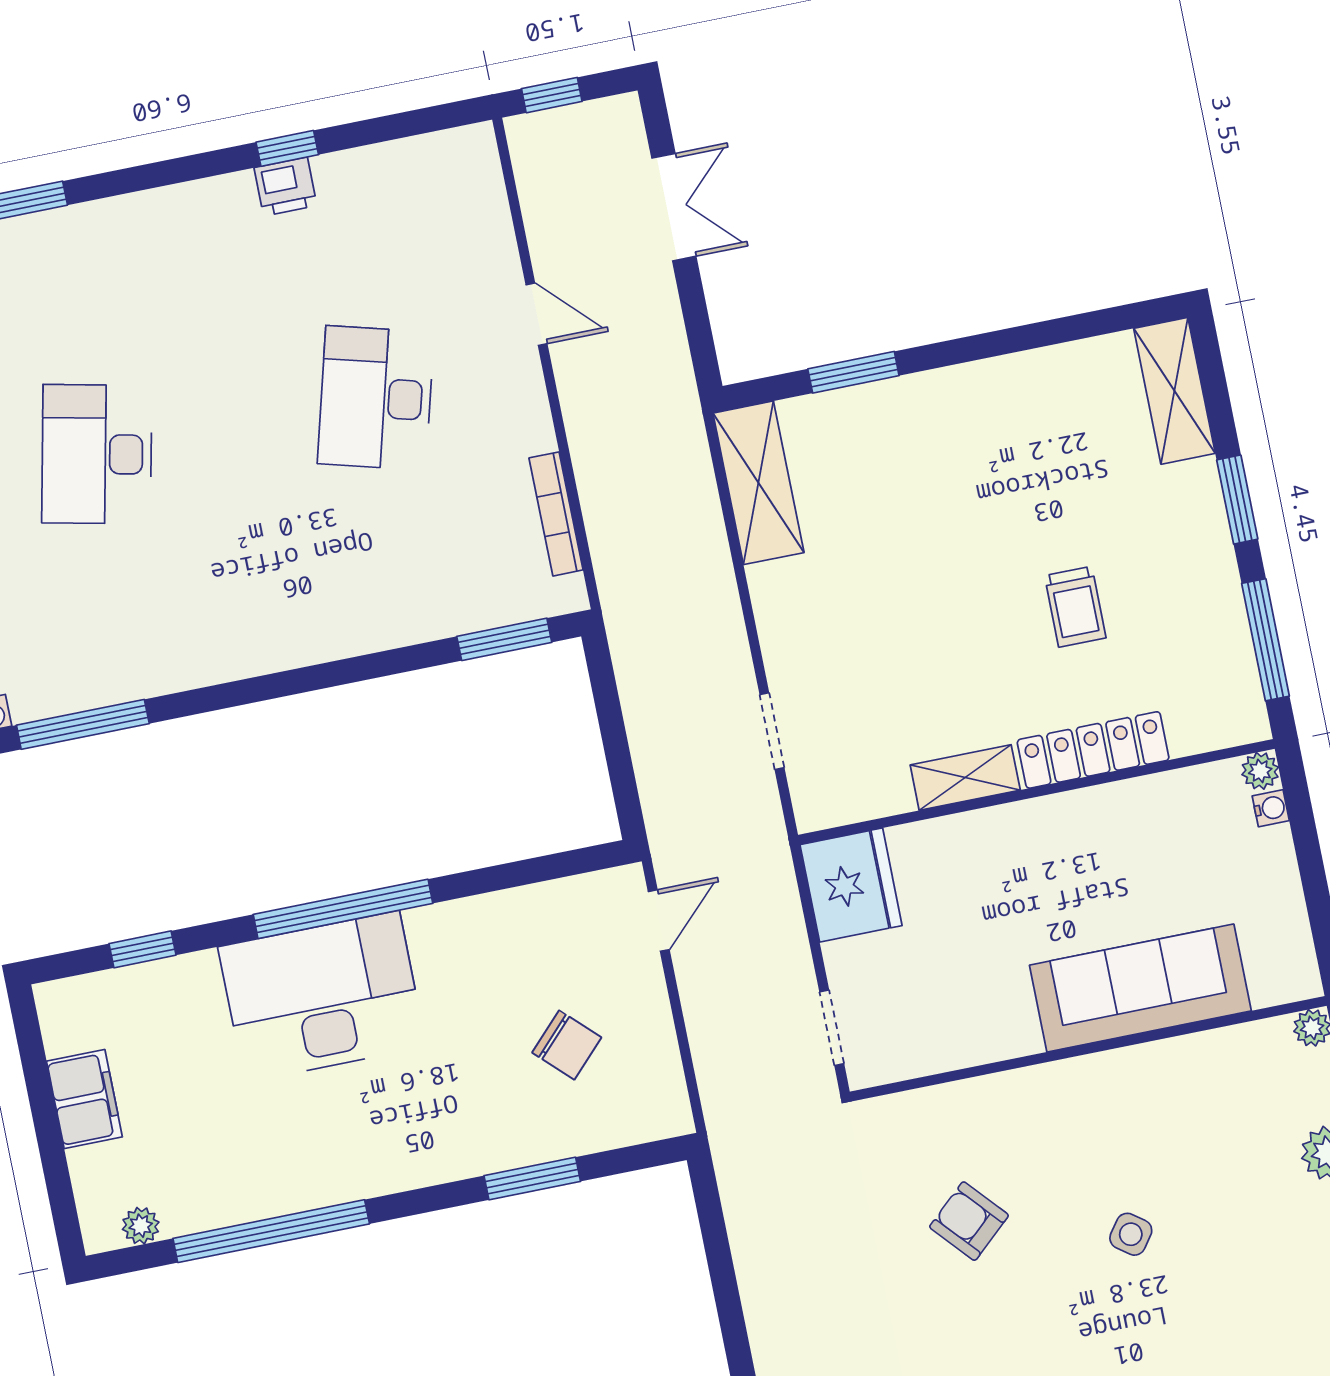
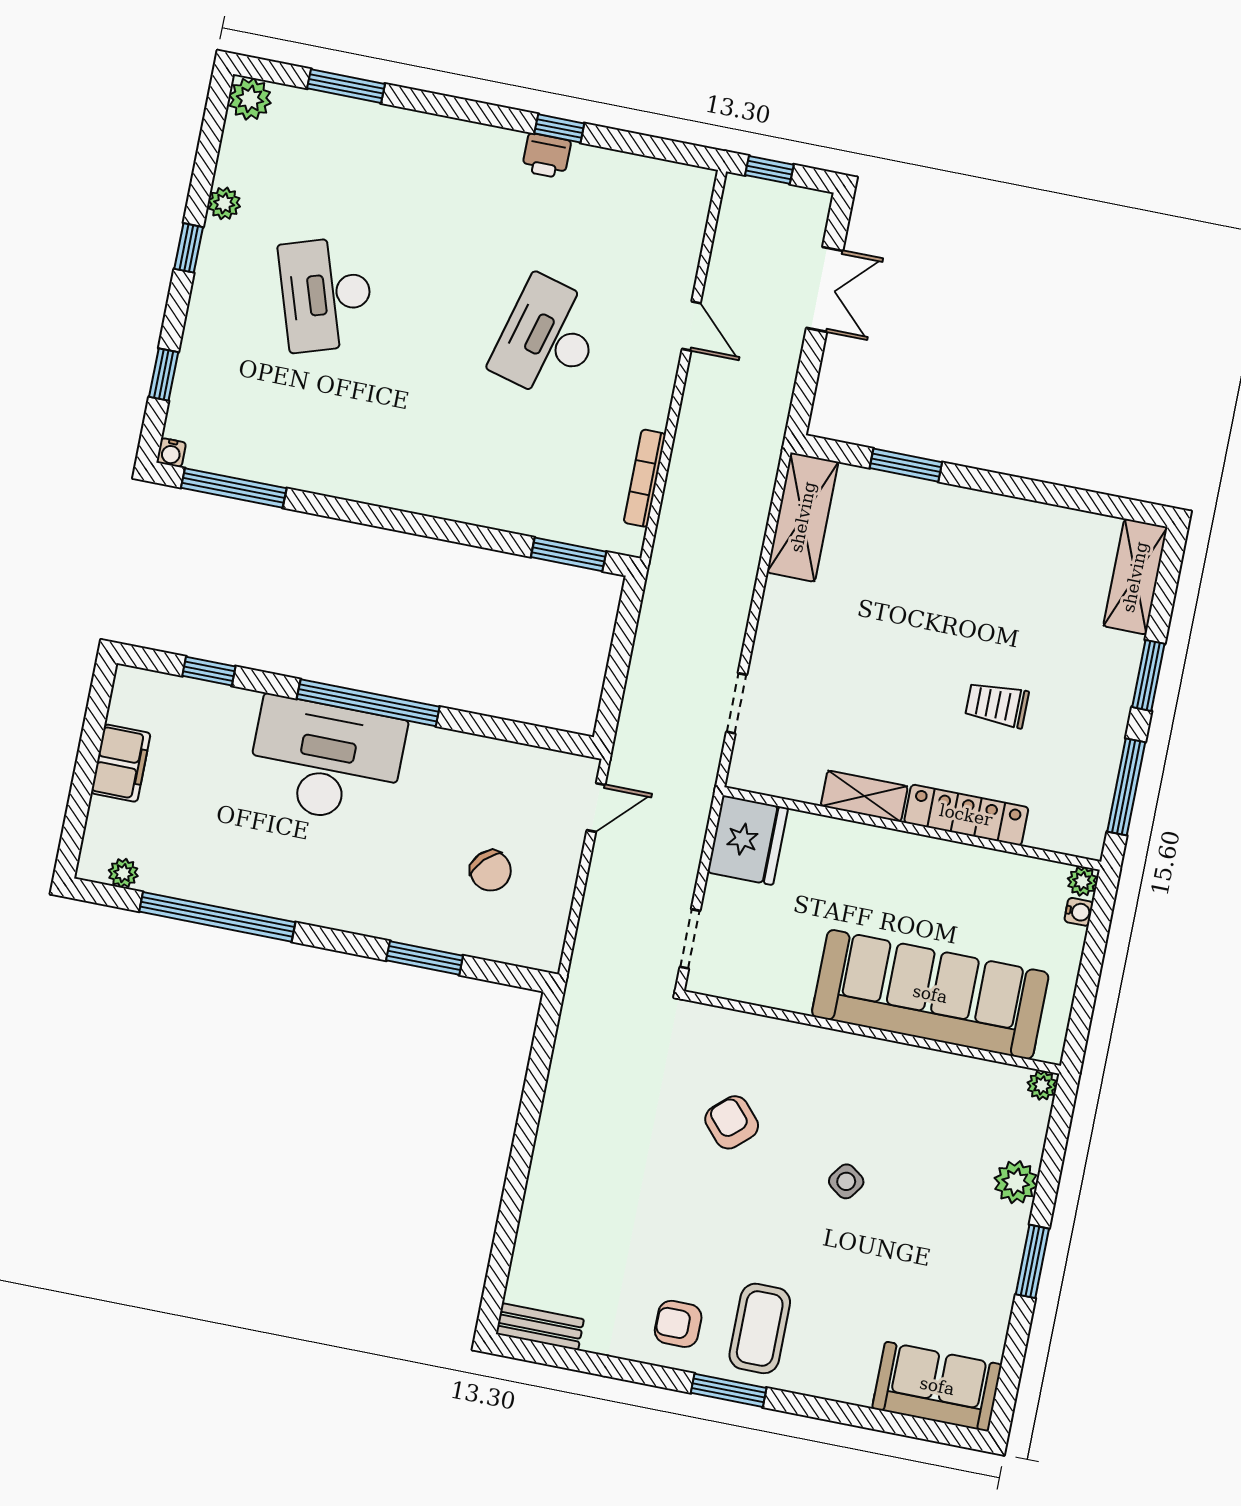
desk: (97, 454) -> (326, 294), turned -30
trolley: (1075, 607) -> (997, 705), turned 90
sofa: (1140, 988) -> (930, 994), width x1.36, depth x1.27

